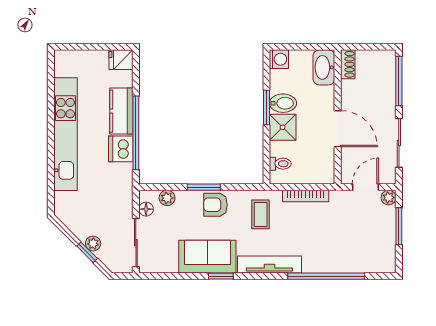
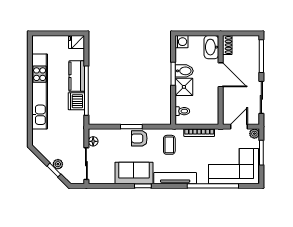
door: (338, 129) -> (221, 75), moved
plant: (167, 198) -> (107, 134), removed
corner sofa: (357, 247) -> (233, 166), added

